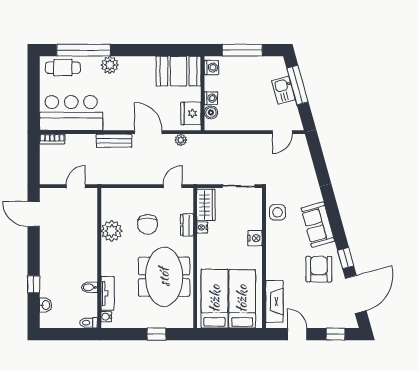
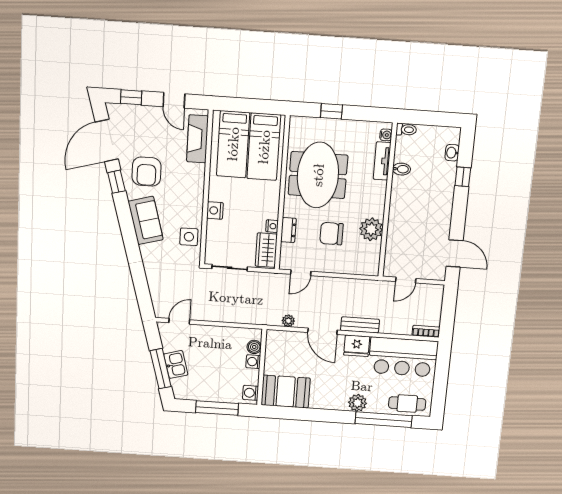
fridge: (191, 113) -> (357, 346), moved, turned 90
chair: (148, 224) -> (331, 234), turned -90

